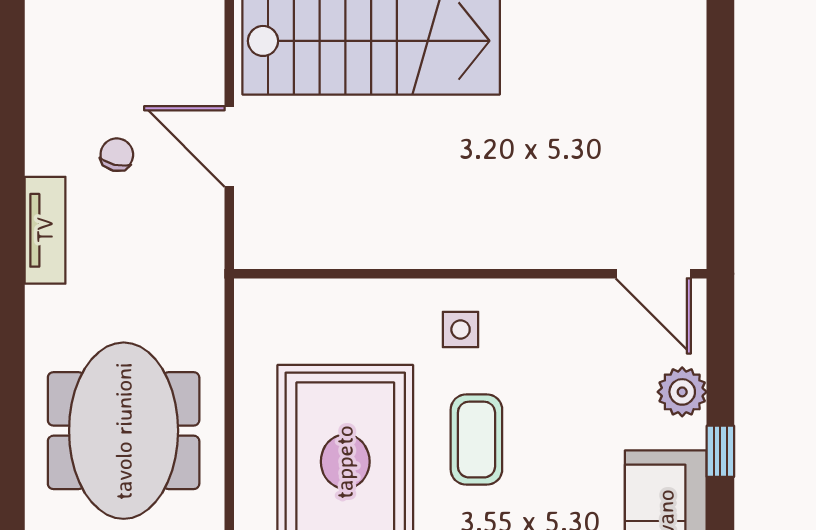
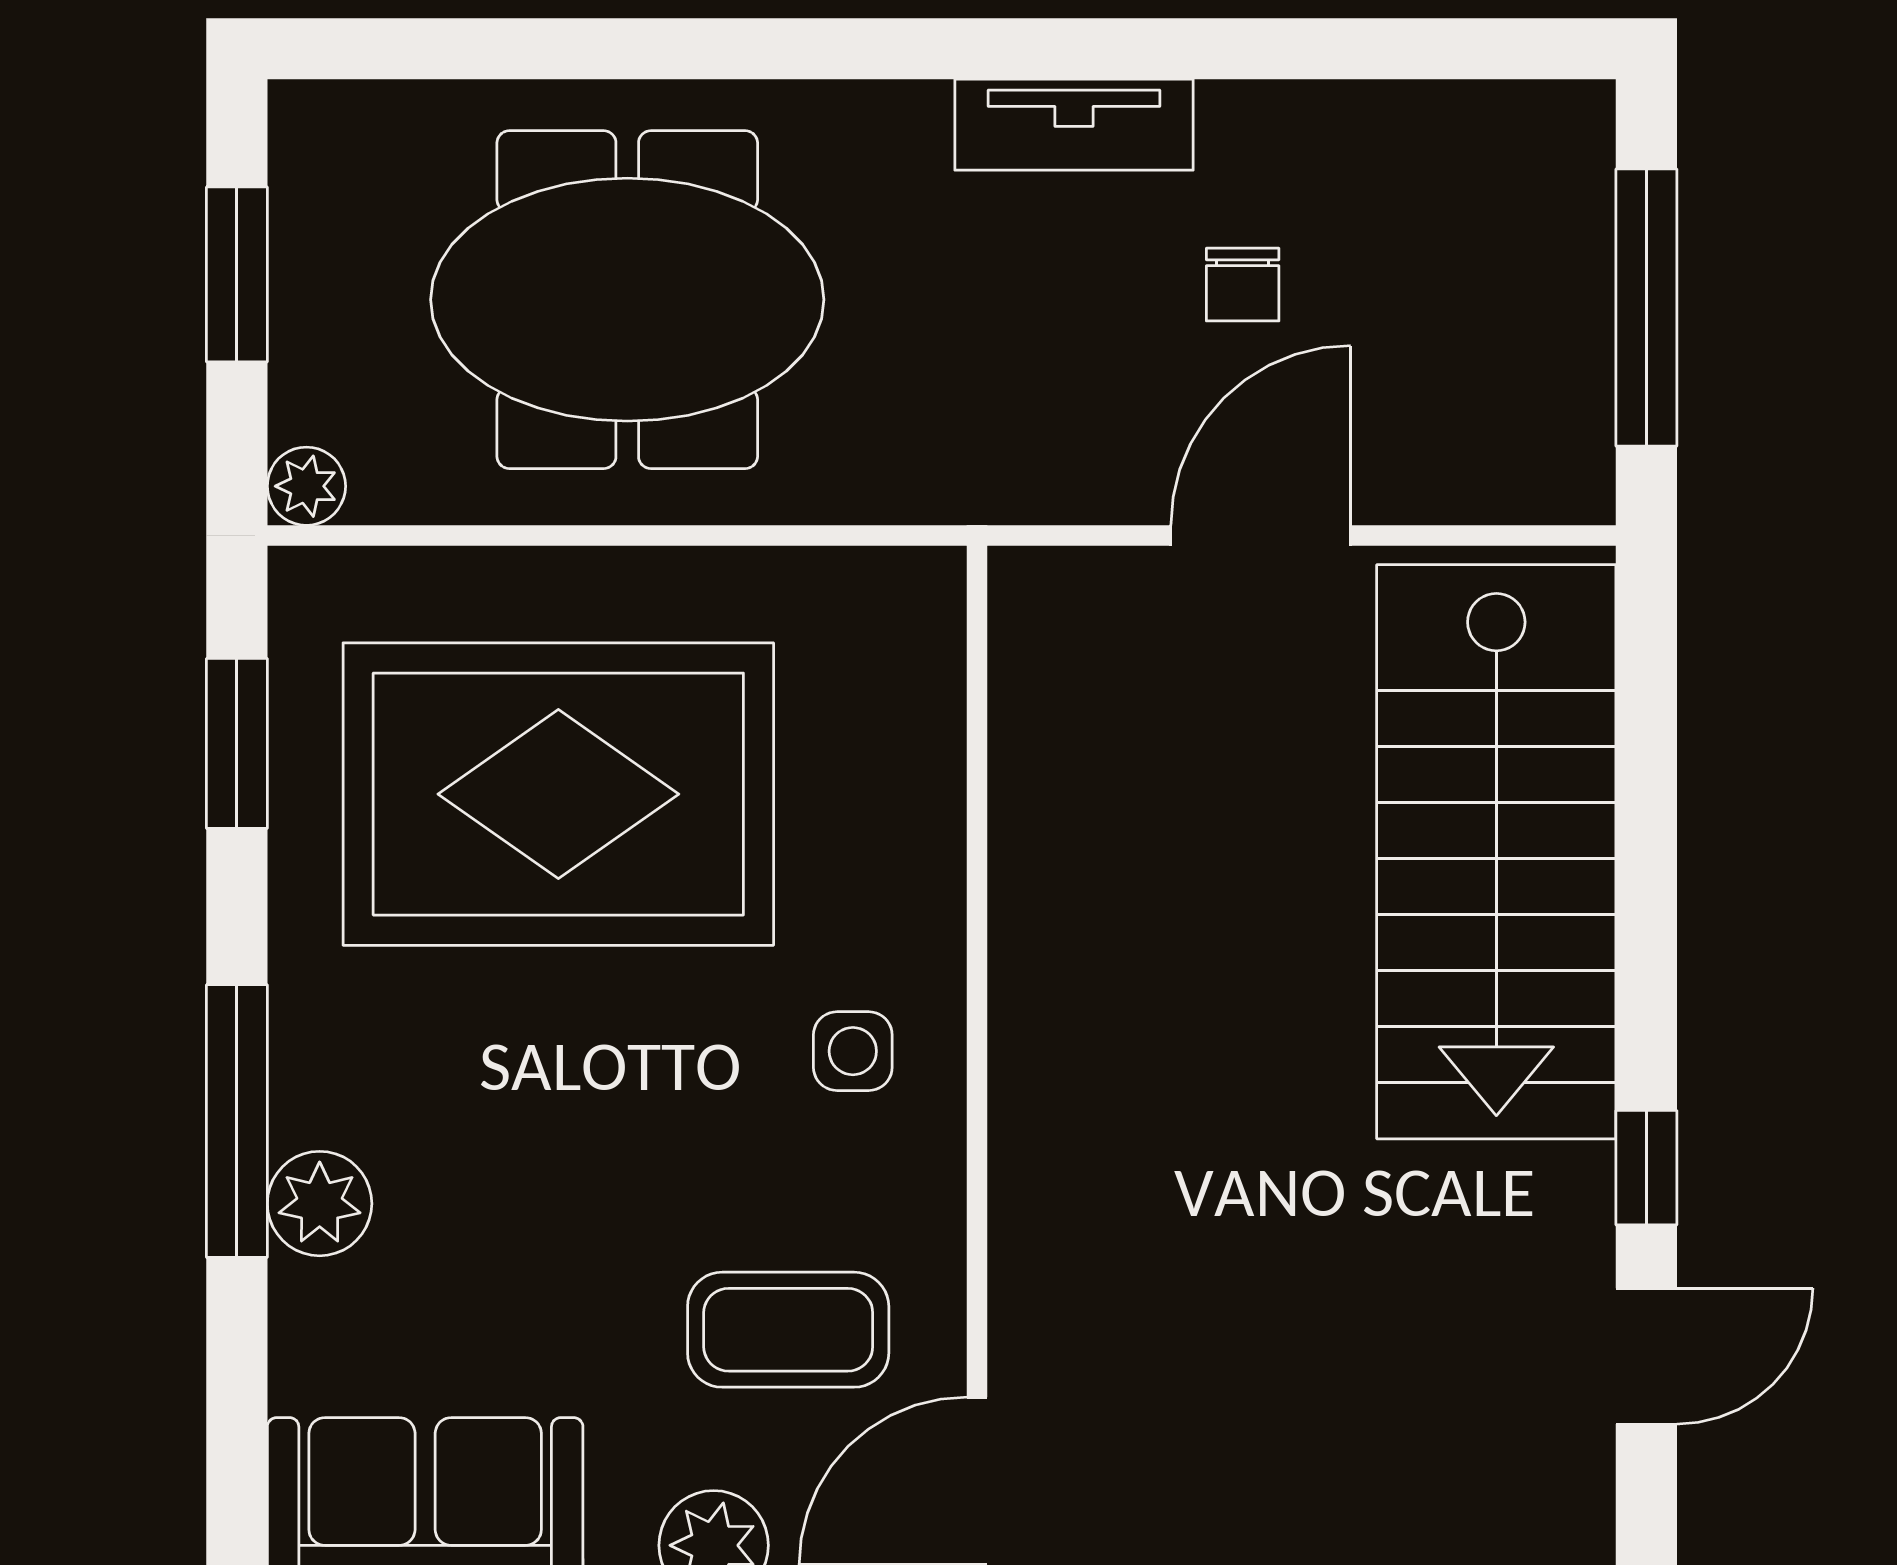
chair: (117, 155) -> (1243, 285), turned 77
coffee table: (476, 440) -> (788, 1330), moved

